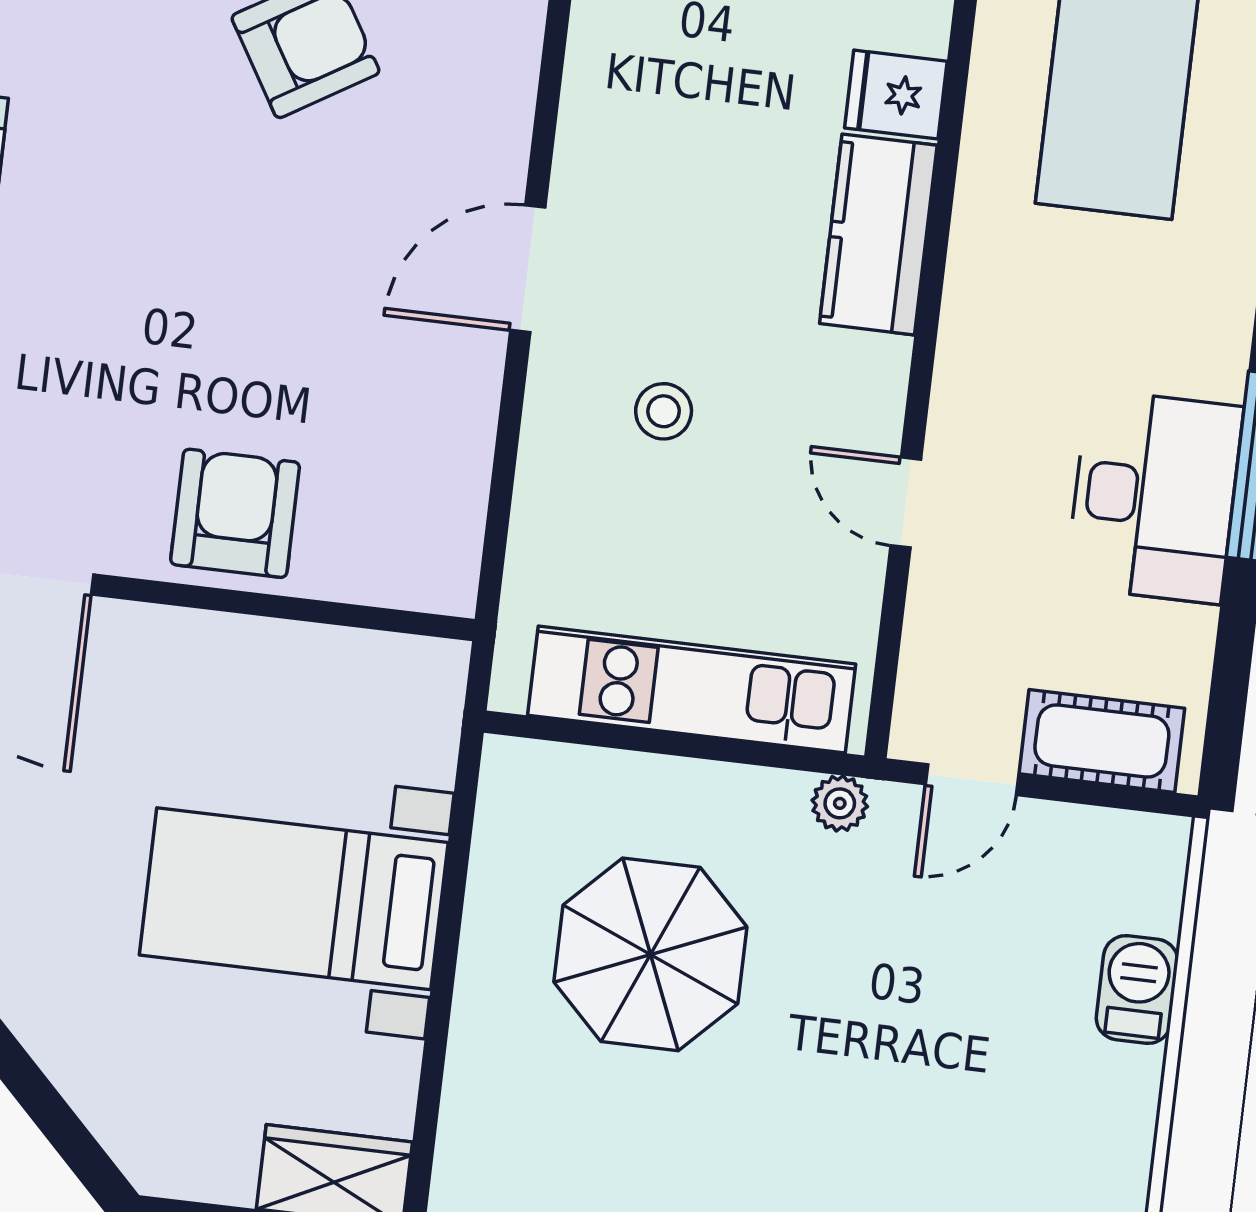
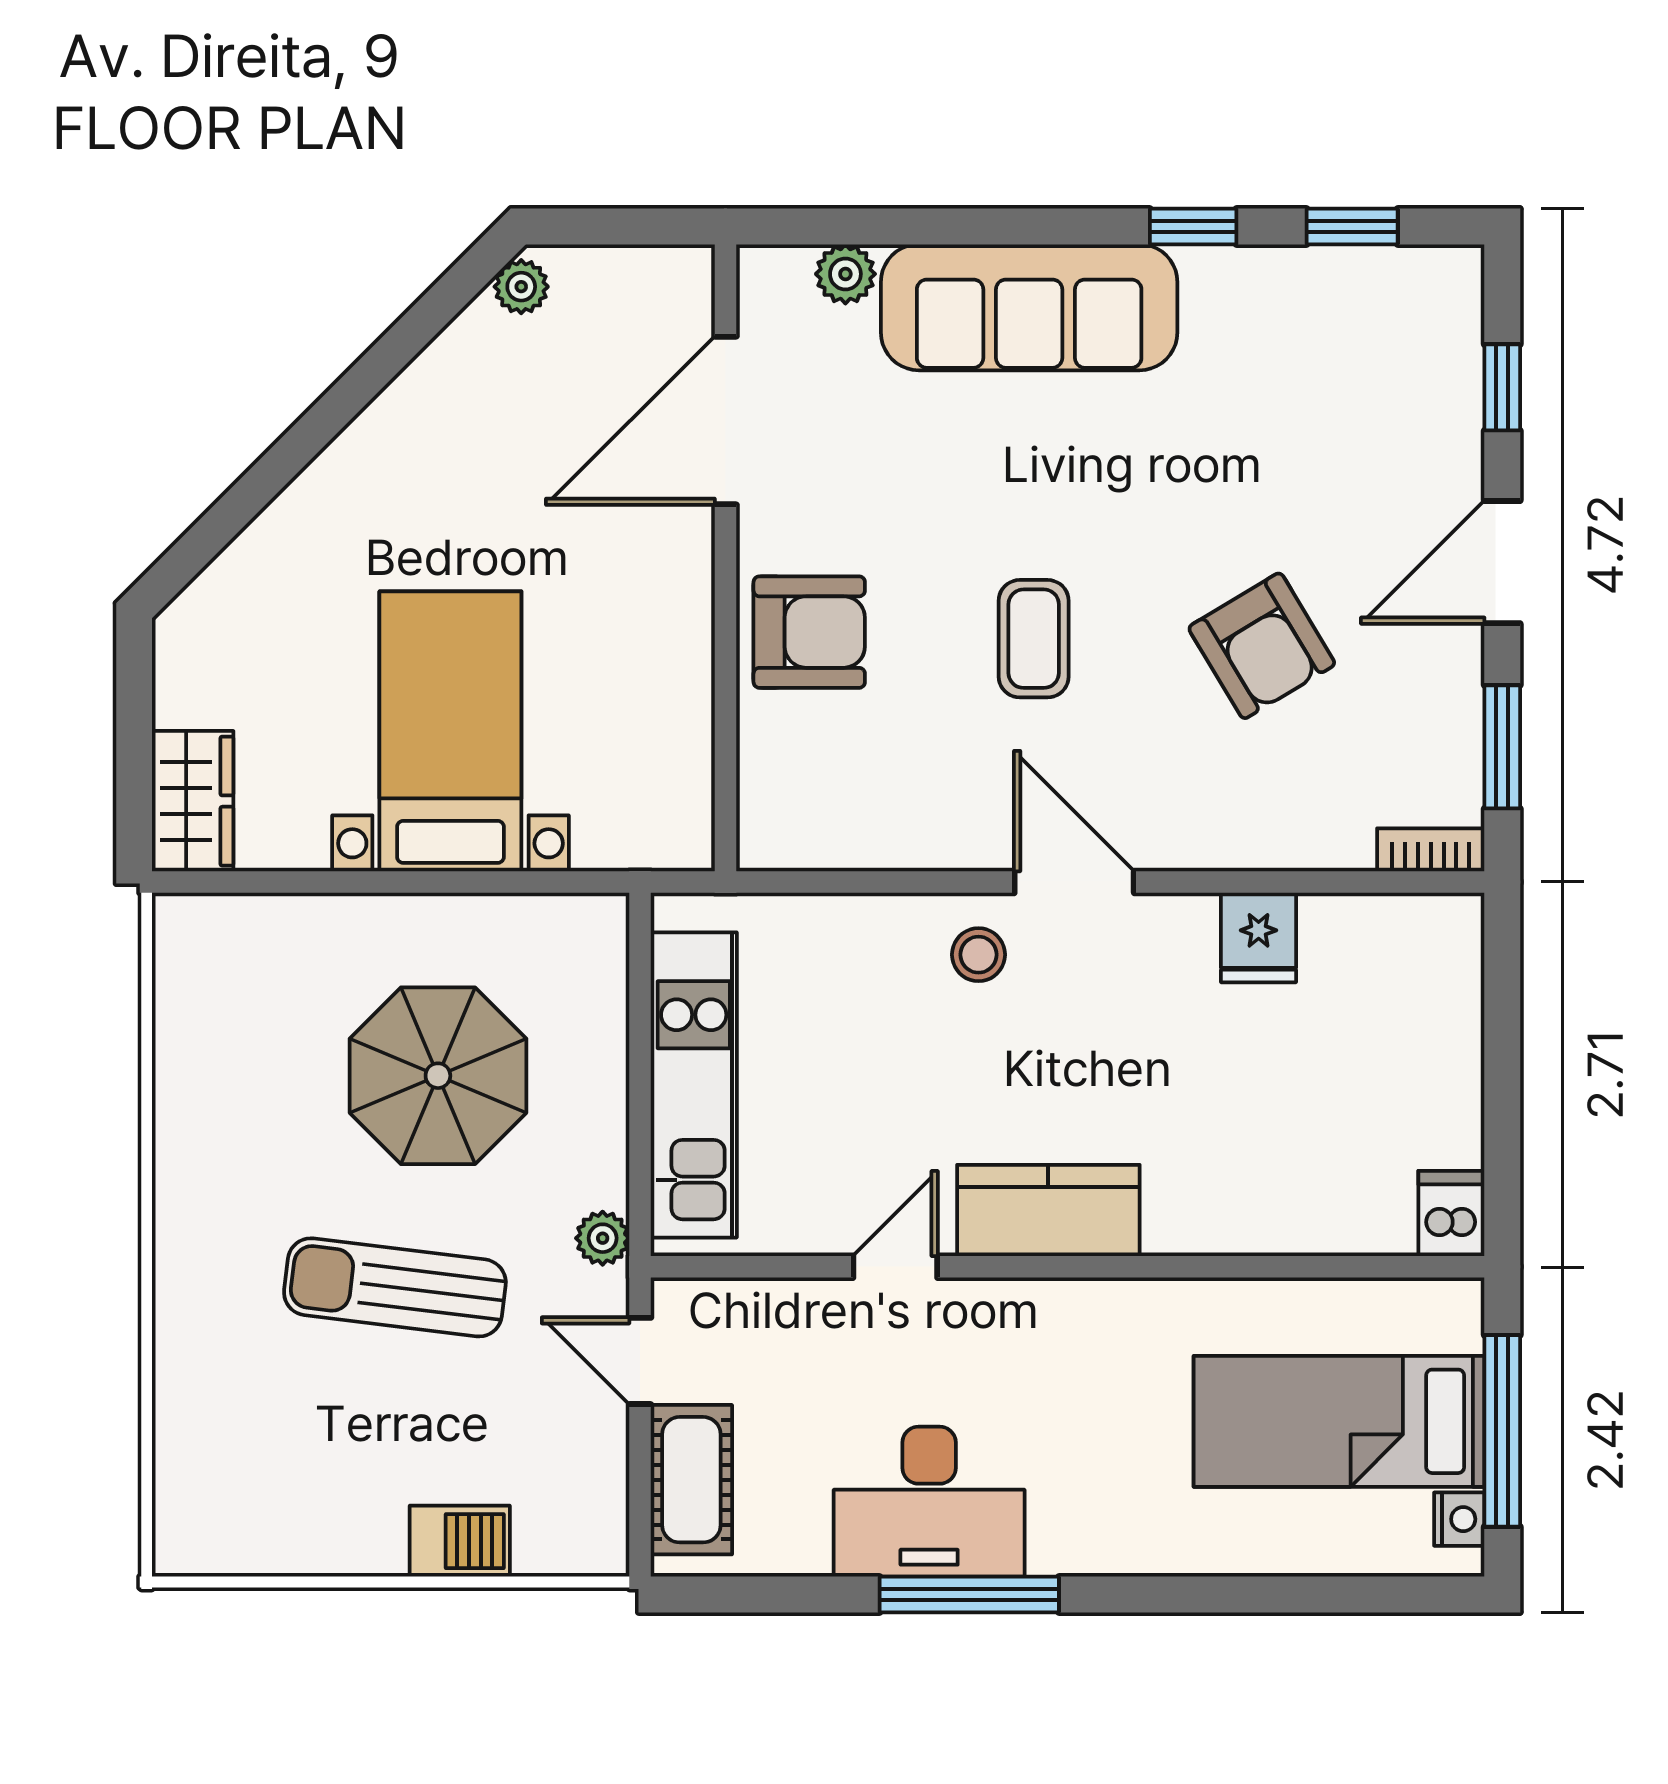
fridge: (896, 95) -> (1259, 937), moved, turned 180
kitchen counter: (878, 234) -> (1048, 1210), moved
coffee table: (270, 281) -> (1034, 639), added
stool: (664, 411) -> (978, 955), moved
sun lounger: (865, 1025) -> (395, 1287), added

